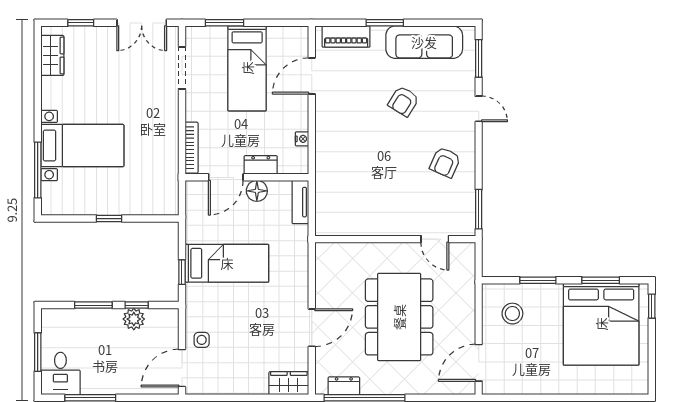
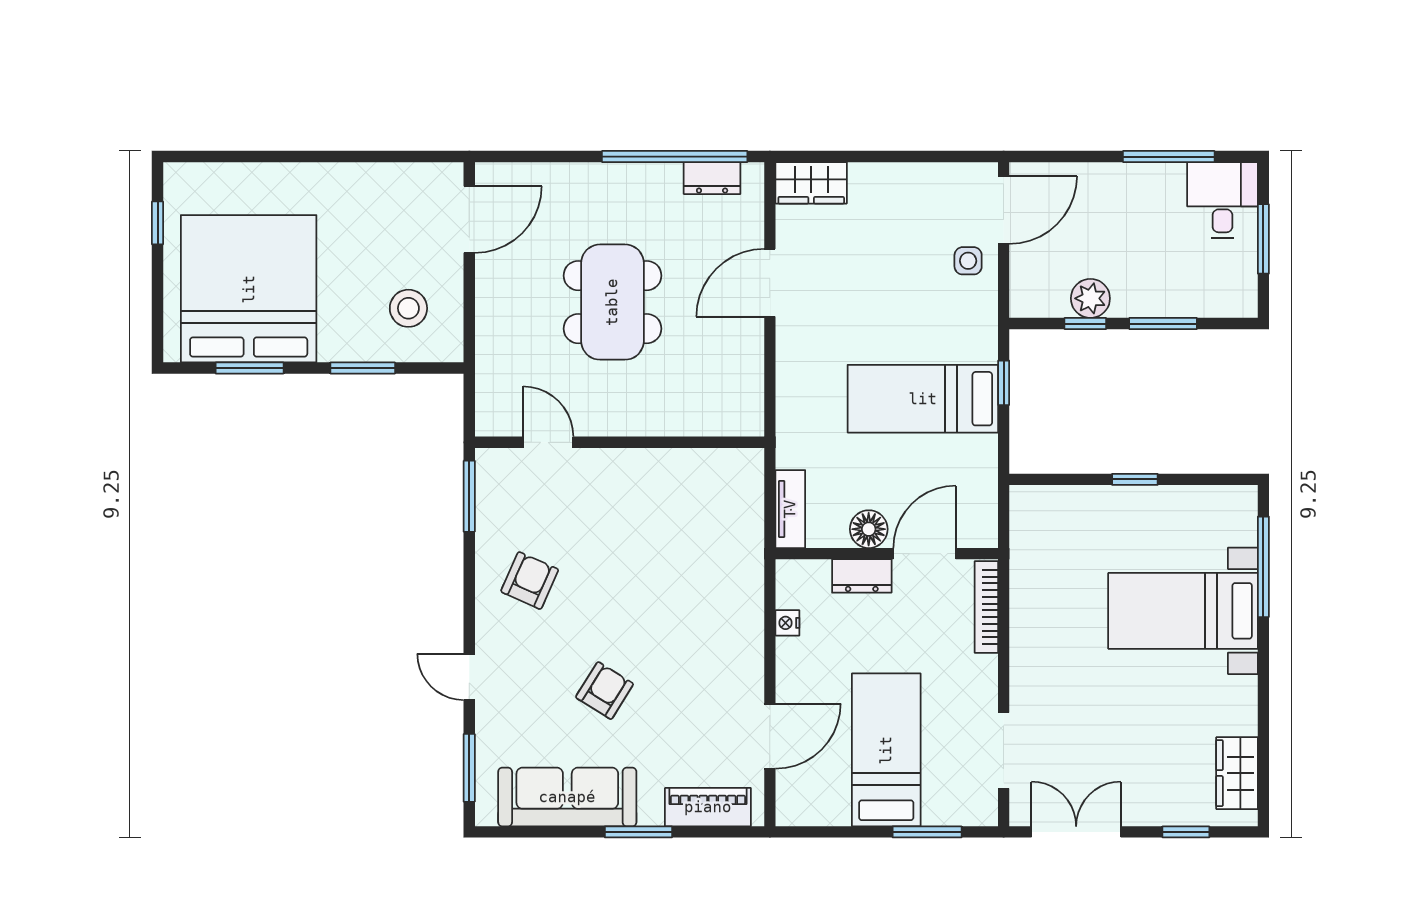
window: (652, 306) -> (158, 223), moved
dining table: (399, 317) -> (612, 302), width x0.73, depth x0.80

